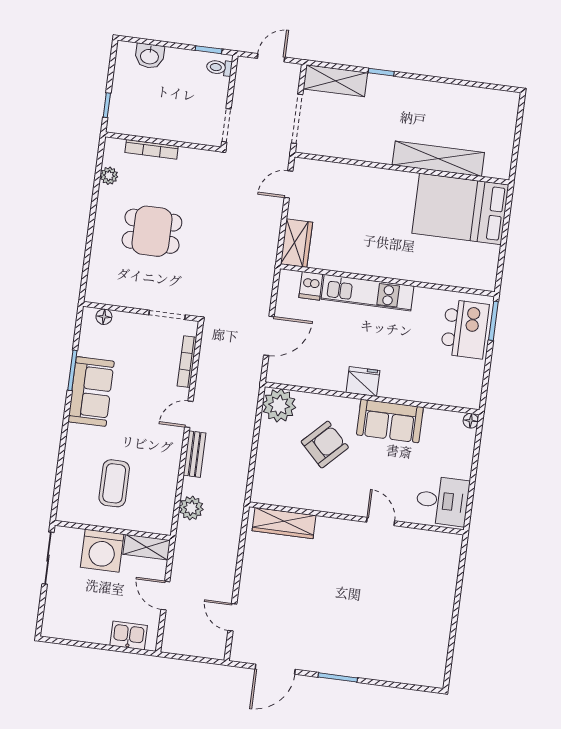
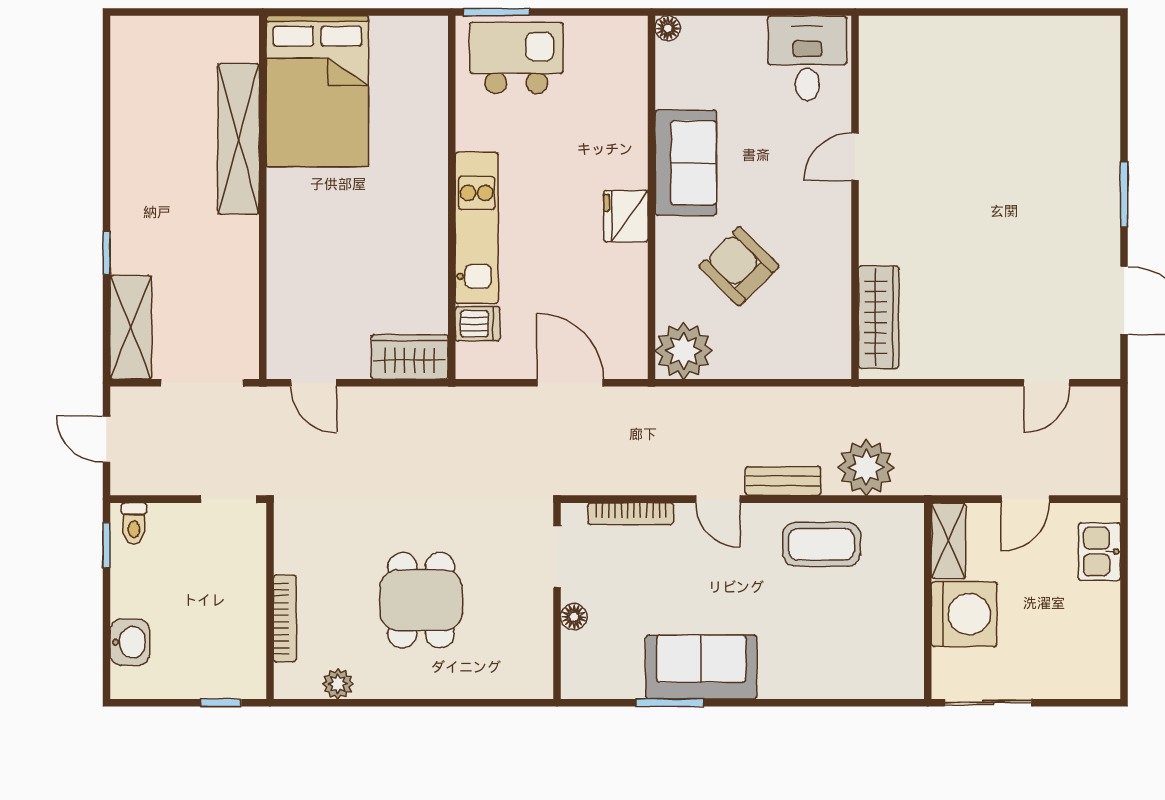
floor lamp: (104, 317) -> (574, 617), moved
coffee table: (114, 483) -> (821, 544), moved
plant: (191, 508) -> (866, 467), width x1.36, depth x1.36

